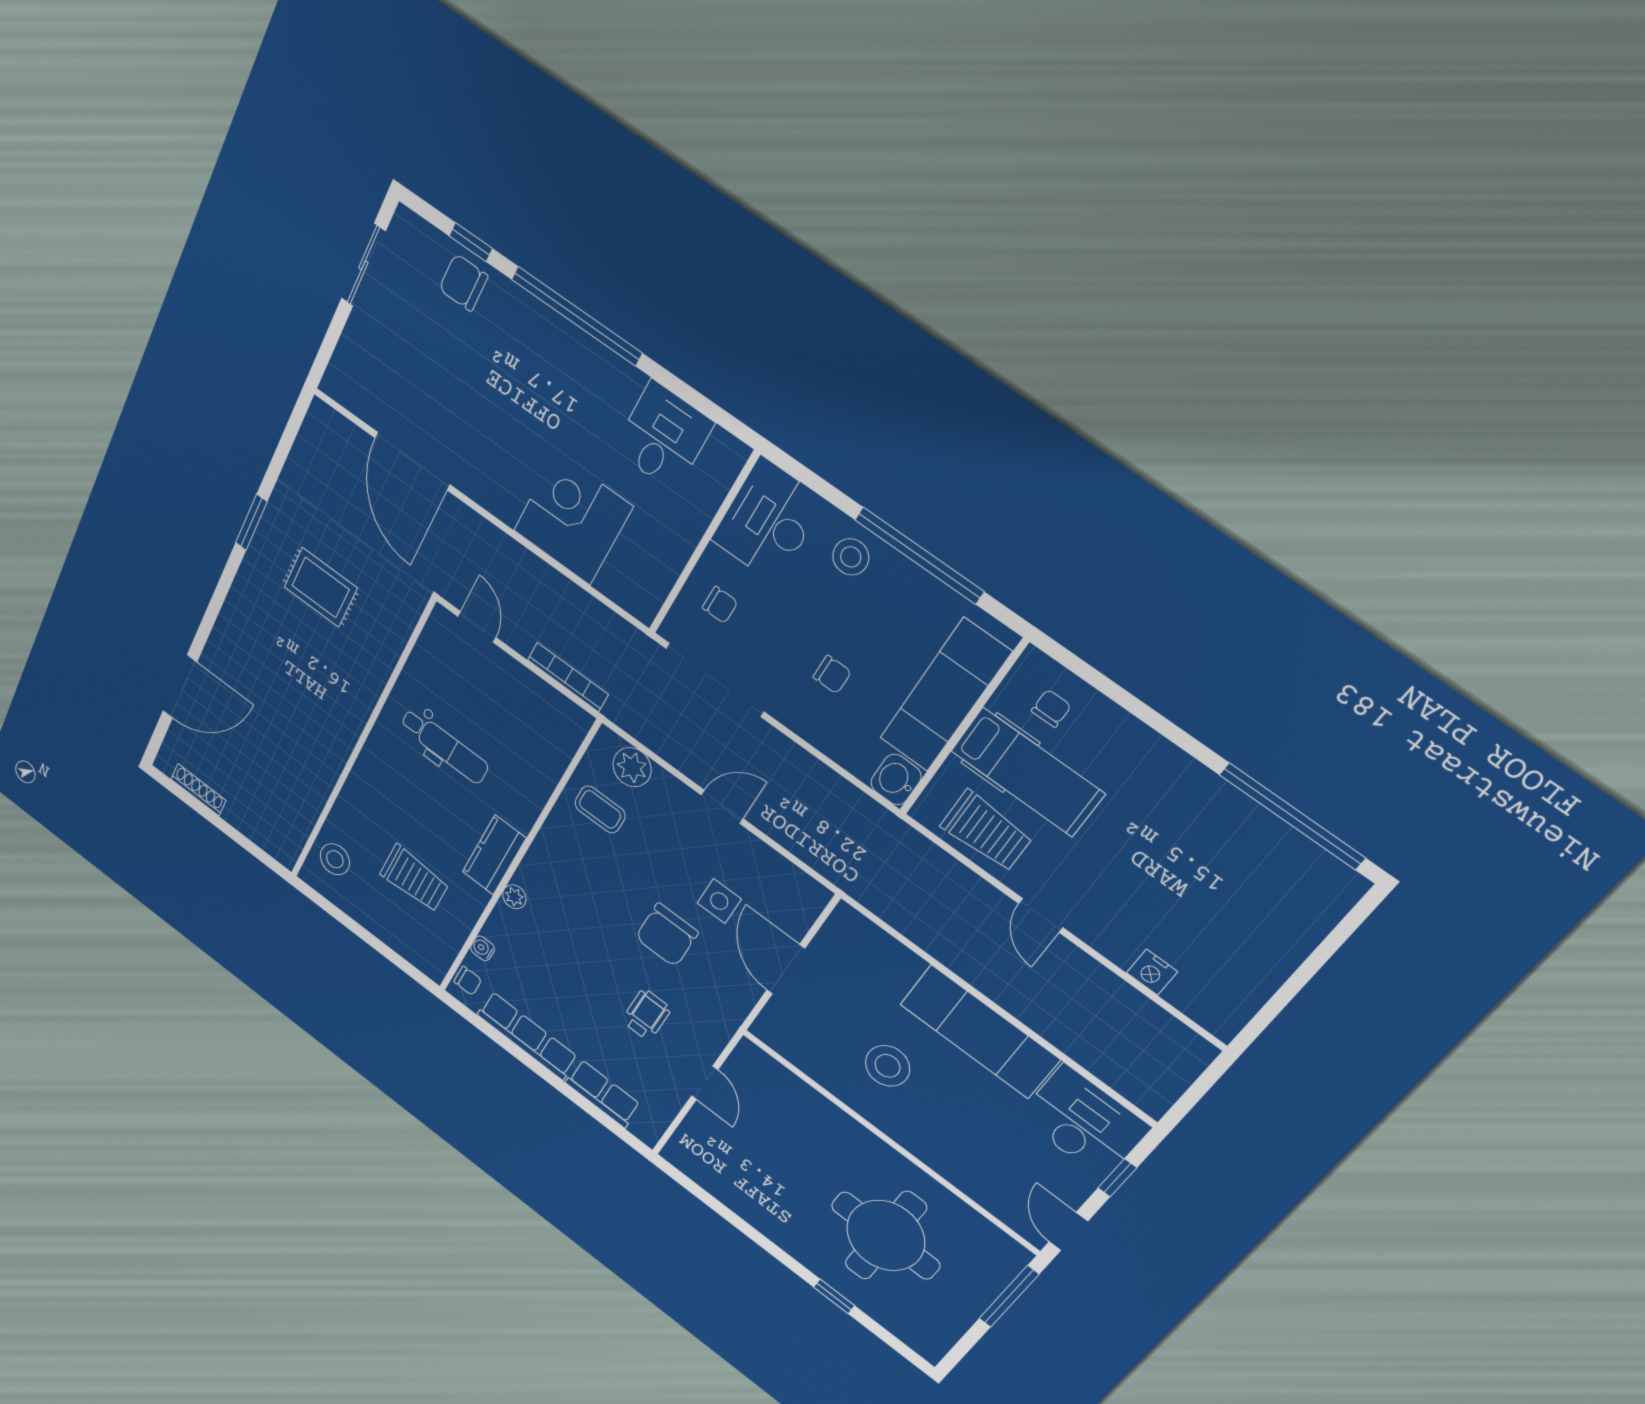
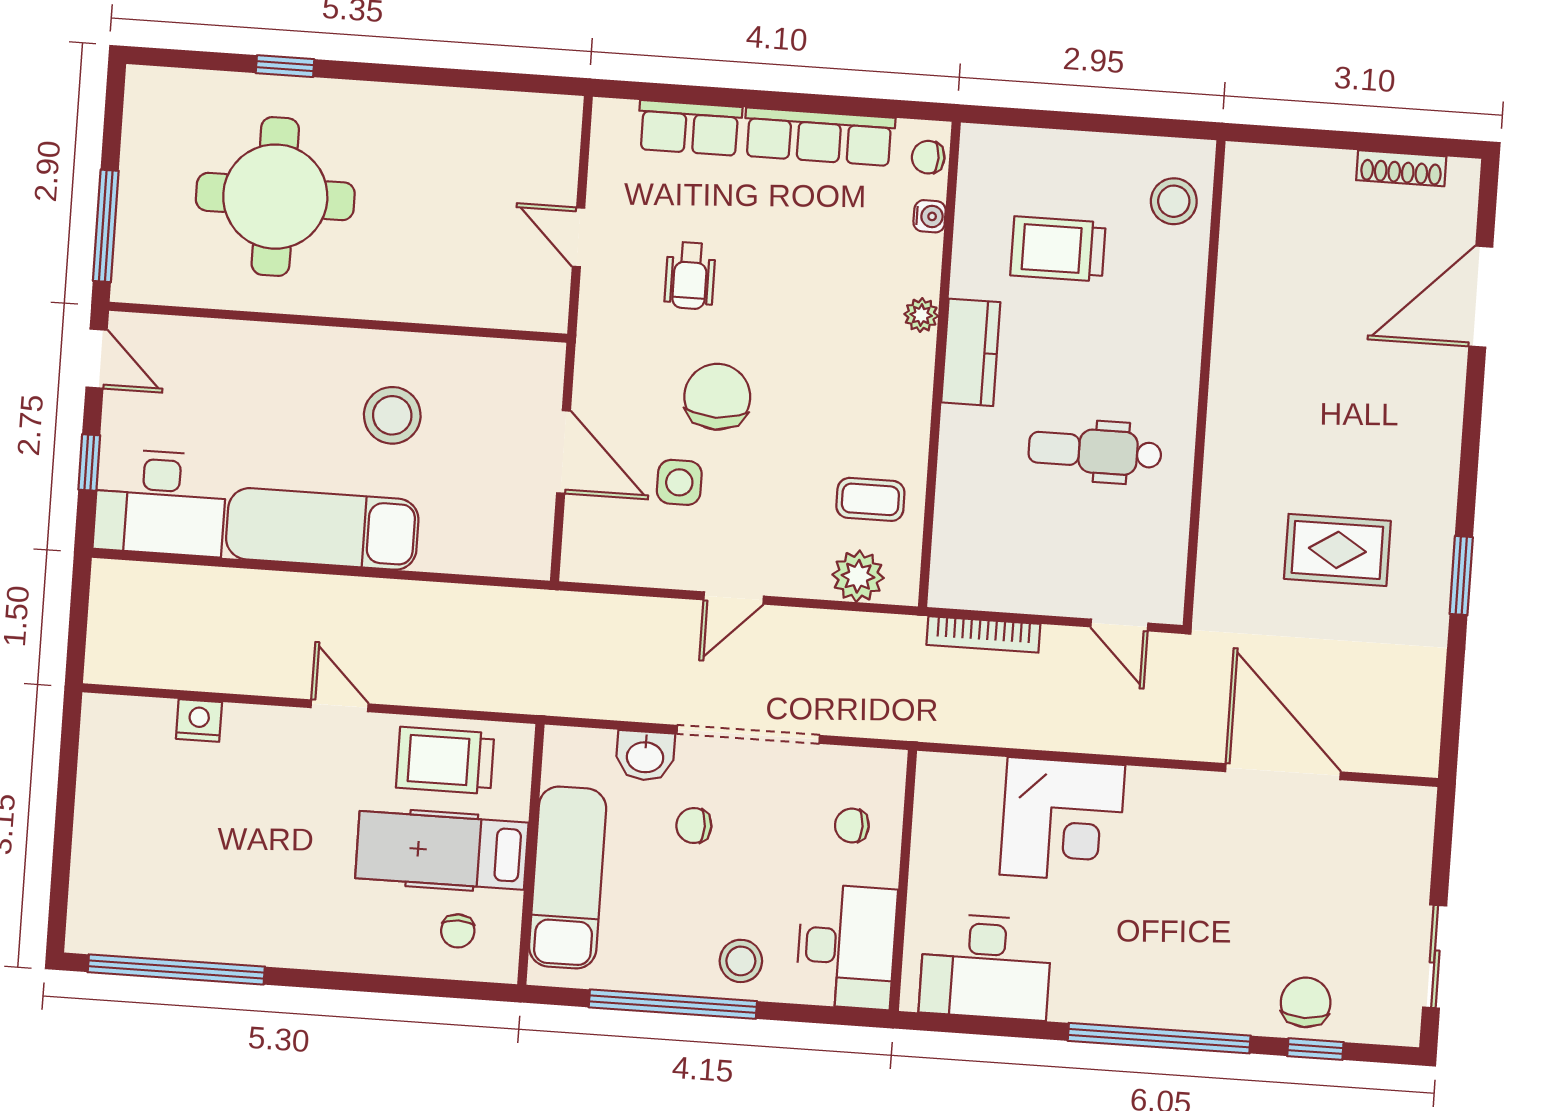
chair: (463, 283) -> (1306, 1002), turned -90
desk: (663, 436) -> (986, 967), width x1.37
doorway: (715, 680) -> (748, 734), moved
washbasin: (896, 780) -> (645, 756), moved, turned 90

